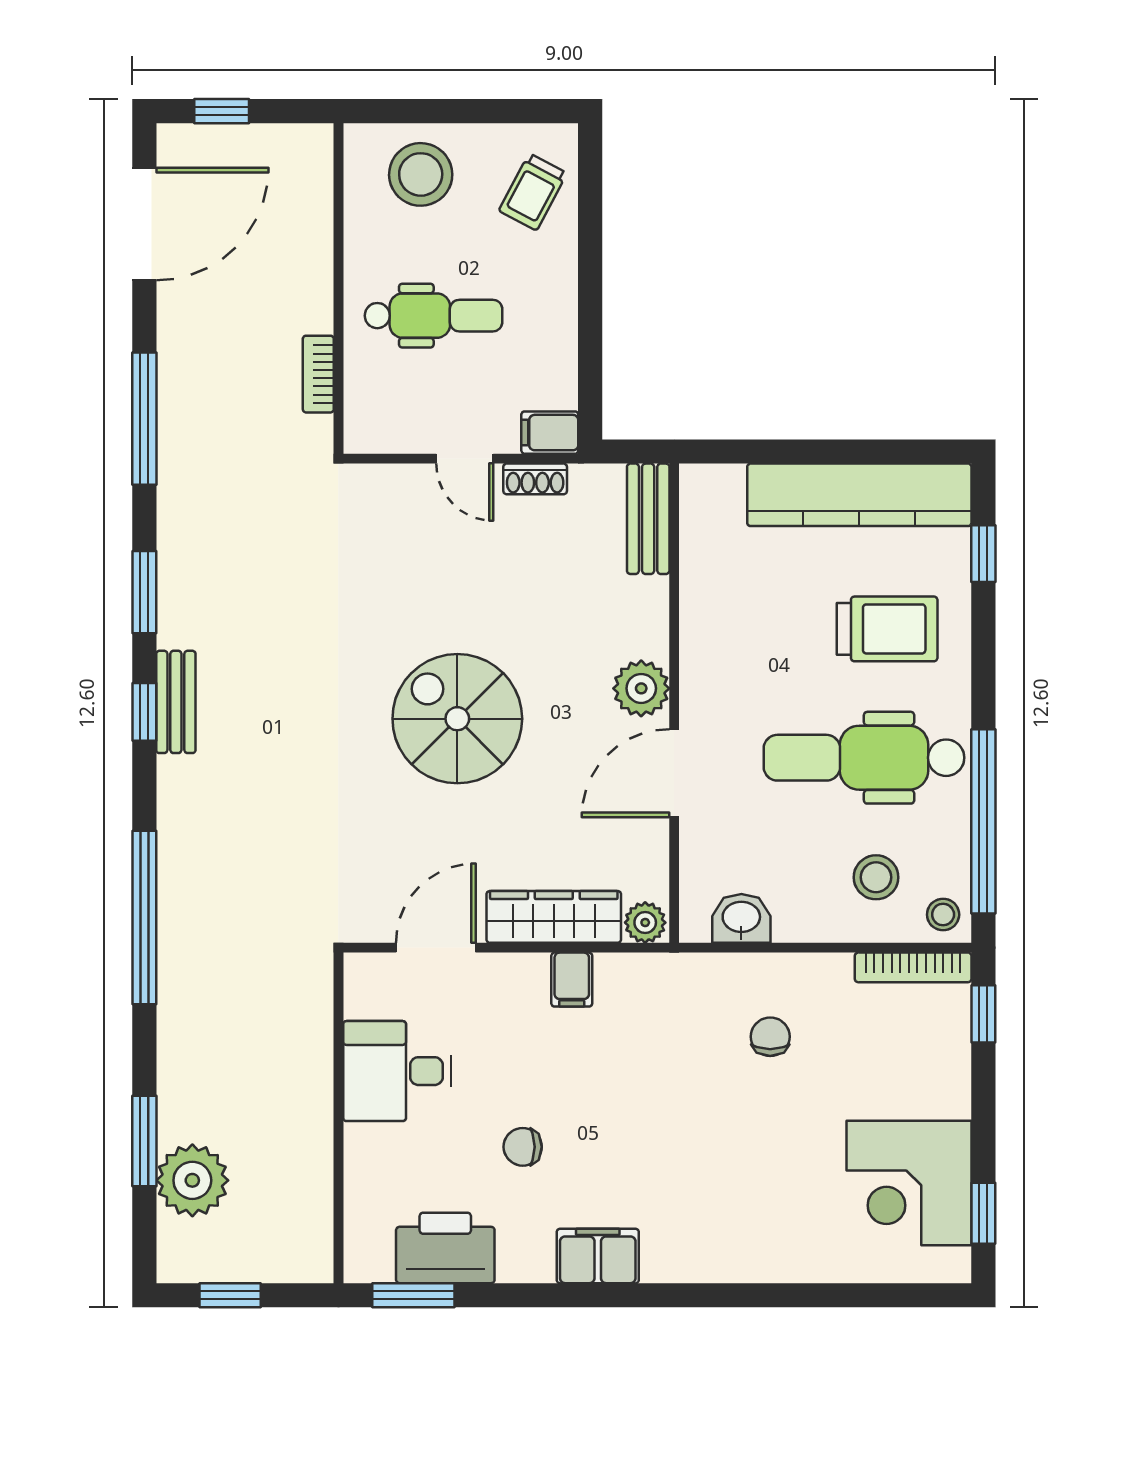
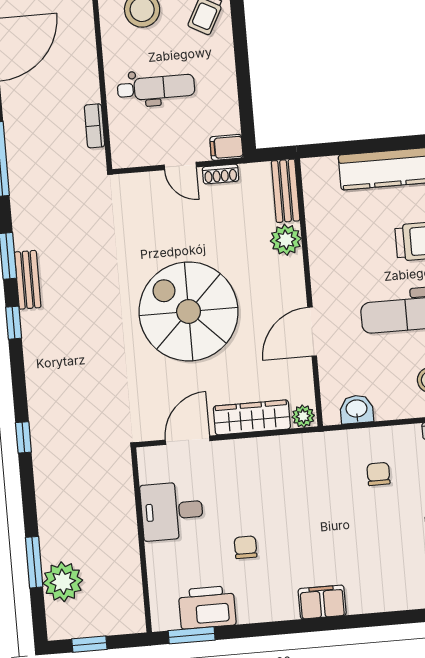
plant: (641, 688) -> (286, 240), moved
bench: (176, 702) -> (28, 280), moved
spiral stairs: (457, 719) -> (189, 311), width x1.37, depth x1.37
window: (144, 917) -> (23, 437), width x0.32
filing cabinet: (572, 980) -> (265, 452), removed
chair: (523, 1147) -> (246, 547), turned 90
filing cabinet: (598, 1256) -> (322, 602), moved

